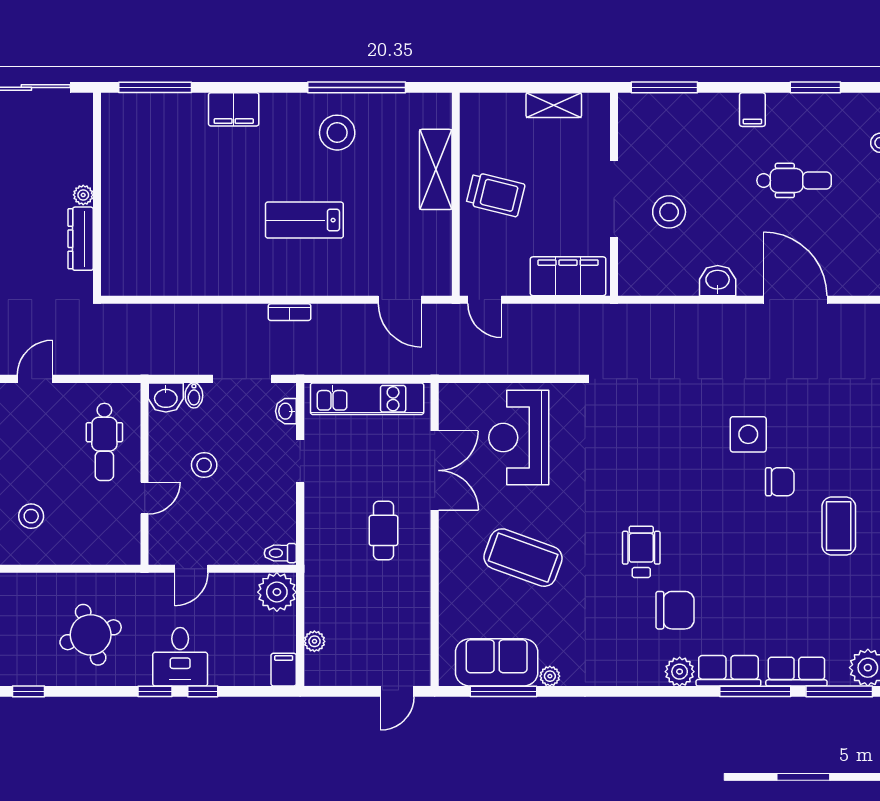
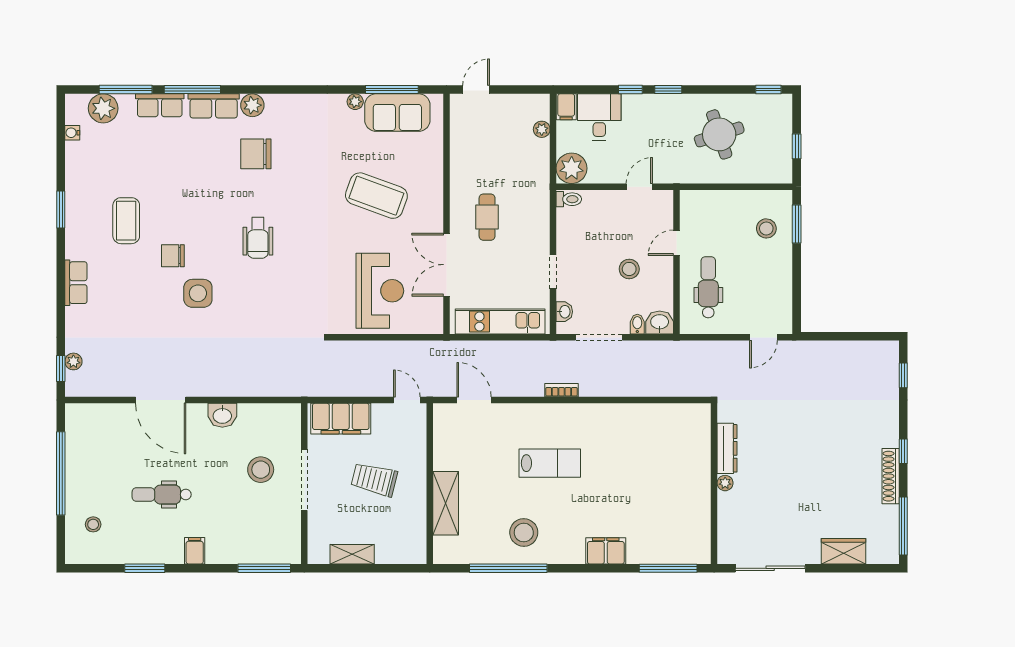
trolley: (495, 194) -> (374, 479), moved
wheelchair: (641, 552) -> (258, 238), moved
desk: (180, 657) -> (599, 117), moved

